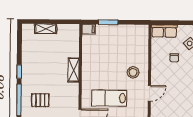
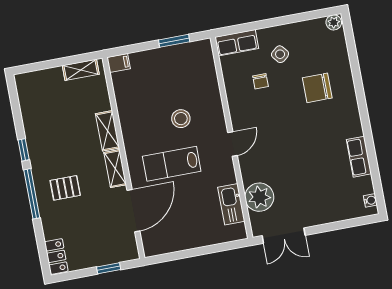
window: (108, 22) -> (174, 41), moved
shelving: (46, 29) -> (81, 70), moved
stool: (133, 72) -> (181, 119), moved
shelving: (74, 94) -> (115, 169), added

